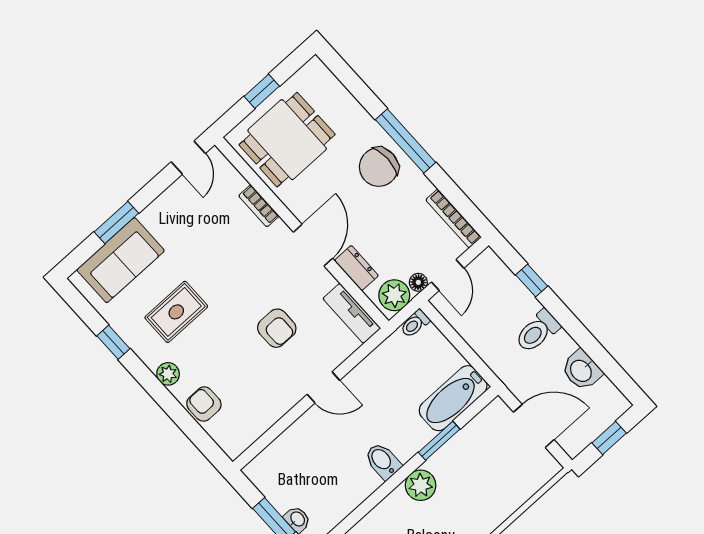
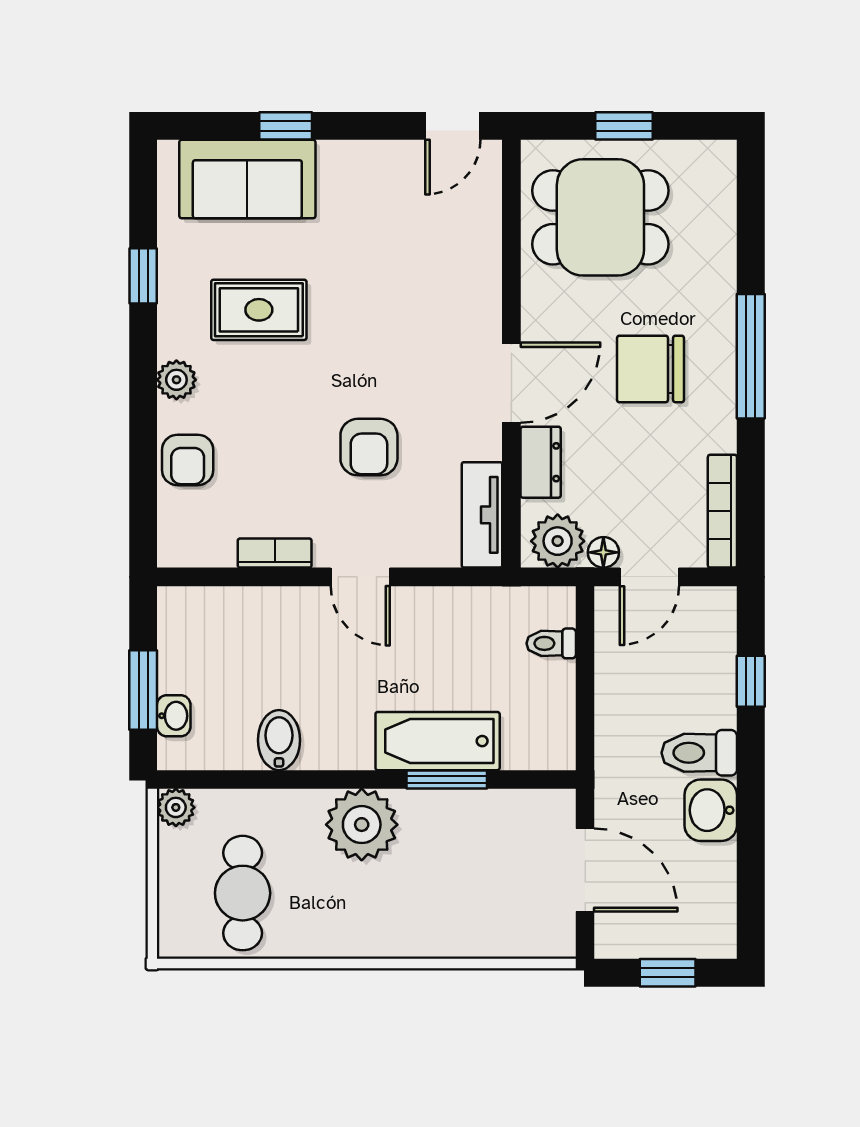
chair: (379, 167) -> (650, 369), moved
bookcase: (259, 206) -> (275, 553), moved, turned 90
window: (116, 223) -> (286, 126), width x0.67
toilet: (415, 324) -> (551, 643), moved
washbasin: (582, 370) -> (711, 810), moved
bathtub: (453, 398) -> (438, 741), moved
armchair: (204, 404) -> (188, 460), turned 180
bidet: (383, 461) -> (279, 740), moved
plant: (421, 485) -> (362, 825), width x1.36, depth x1.36

